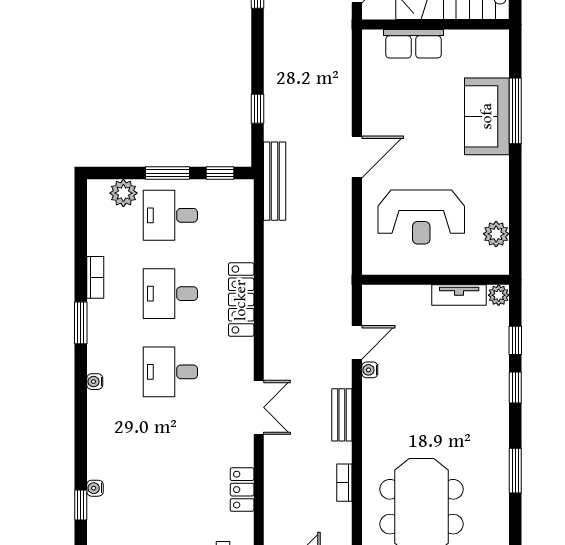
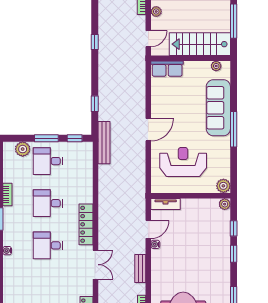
plant: (483, 39) -> (216, 66), added
row of seats: (413, 44) -> (167, 69), moved
window: (515, 111) -> (234, 129), moved
sofa: (487, 116) -> (218, 108), width x1.36
reception desk: (421, 217) -> (183, 162), turned 180
plant: (496, 234) -> (223, 186), moved
tv unit: (459, 295) -> (166, 204), moved
locker: (241, 300) -> (86, 224), moved

